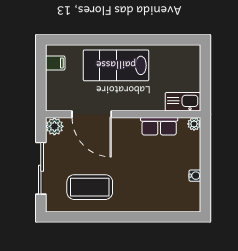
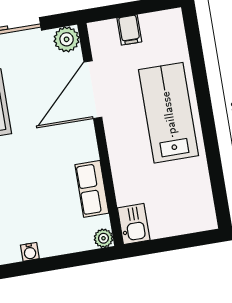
filing cabinet: (55, 63) -> (129, 30), moved
kitchen sink: (183, 102) -> (134, 224), width x0.73

